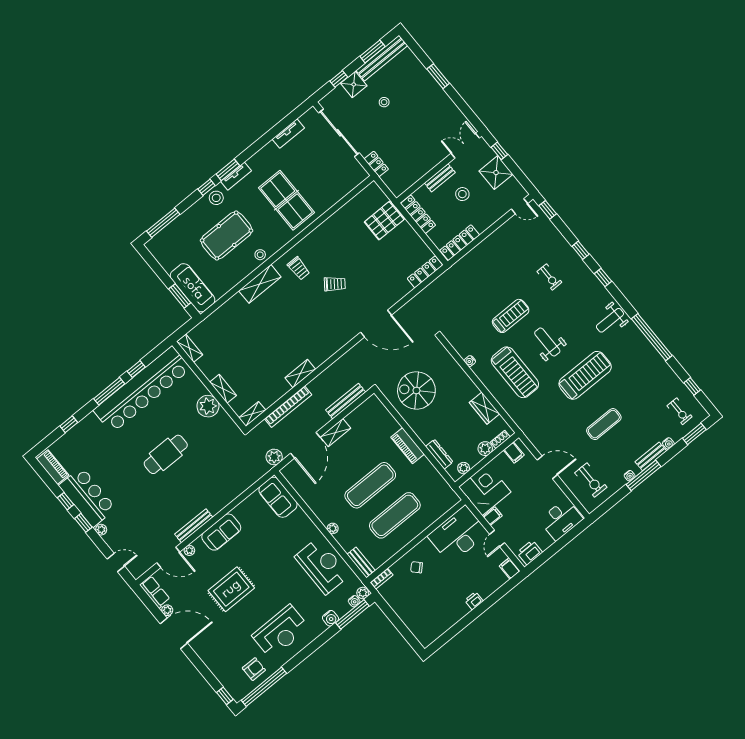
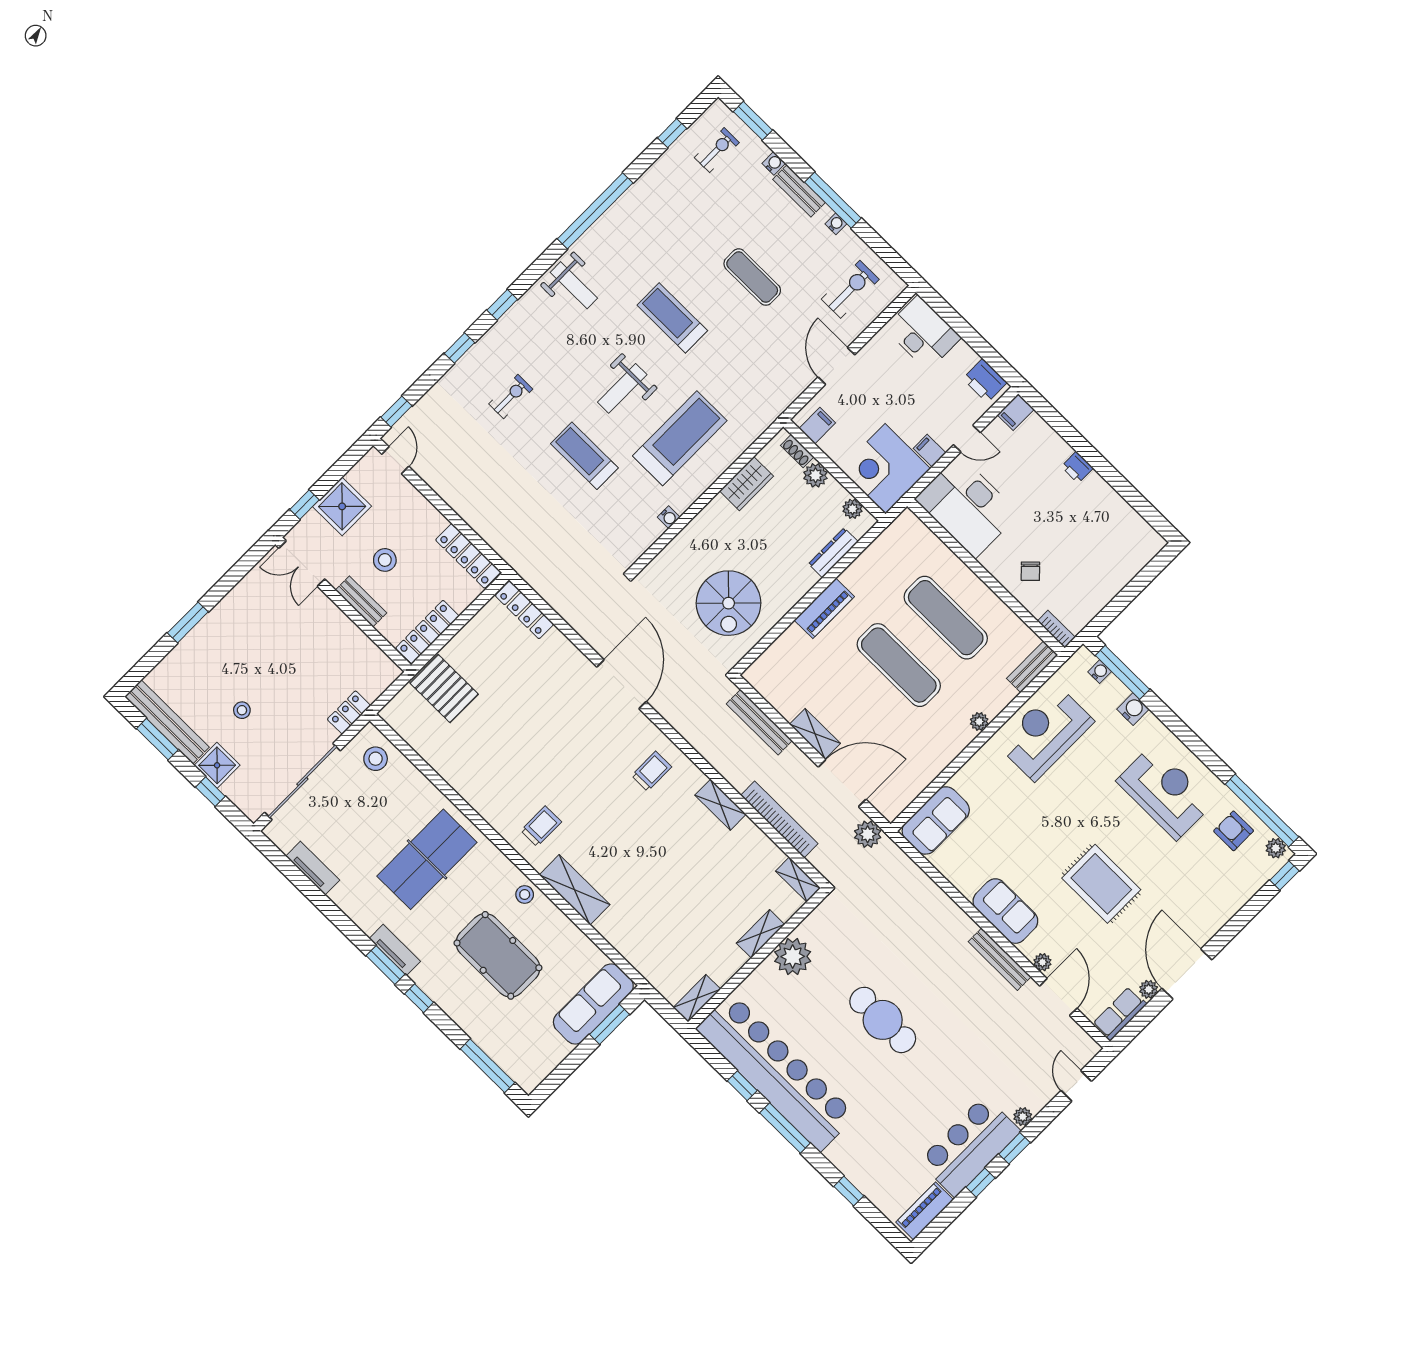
stool: (216, 198) -> (376, 759), moved
trolley: (335, 284) -> (652, 771), moved, turned 53
treadmill: (585, 375) -> (672, 318), width x0.73, depth x0.73
plant: (363, 593) -> (1276, 848), moved

